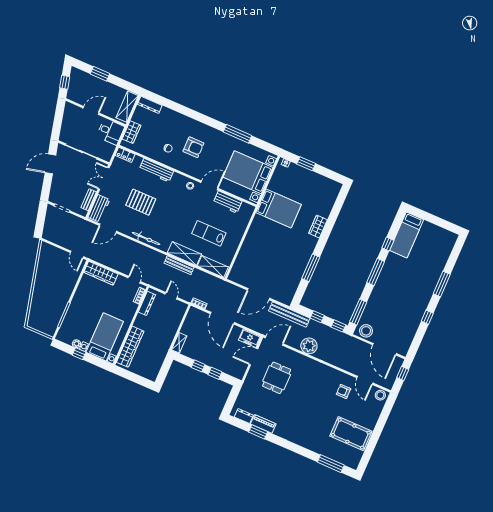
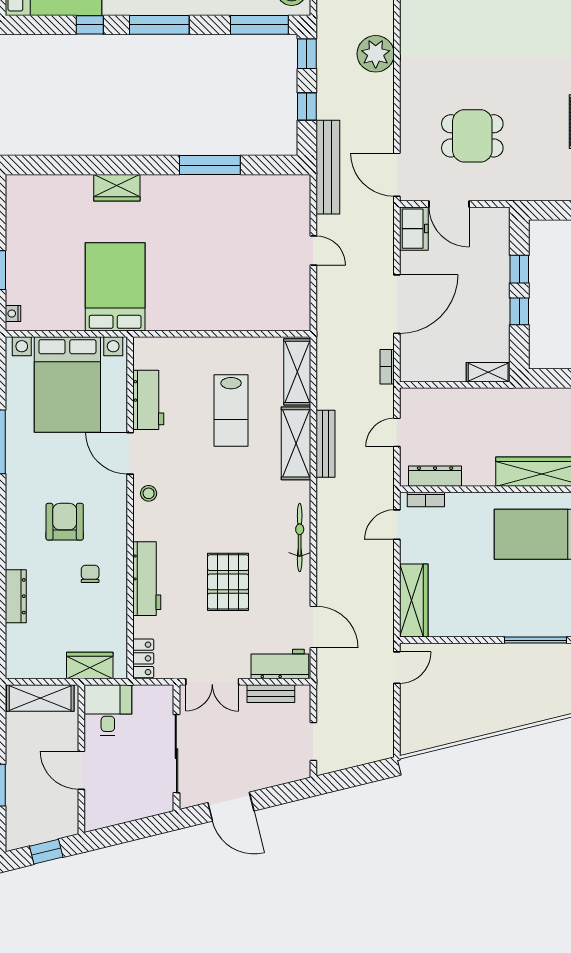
dresser: (150, 105) -> (16, 596), moved
door: (259, 294) -> (313, 250), width x0.53
plant: (309, 346) -> (376, 54), moved

